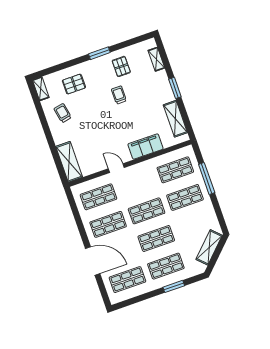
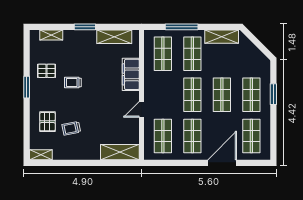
trolley: (63, 113) -> (71, 128), moved
shelving: (209, 247) -> (222, 37), moved, turned -45

